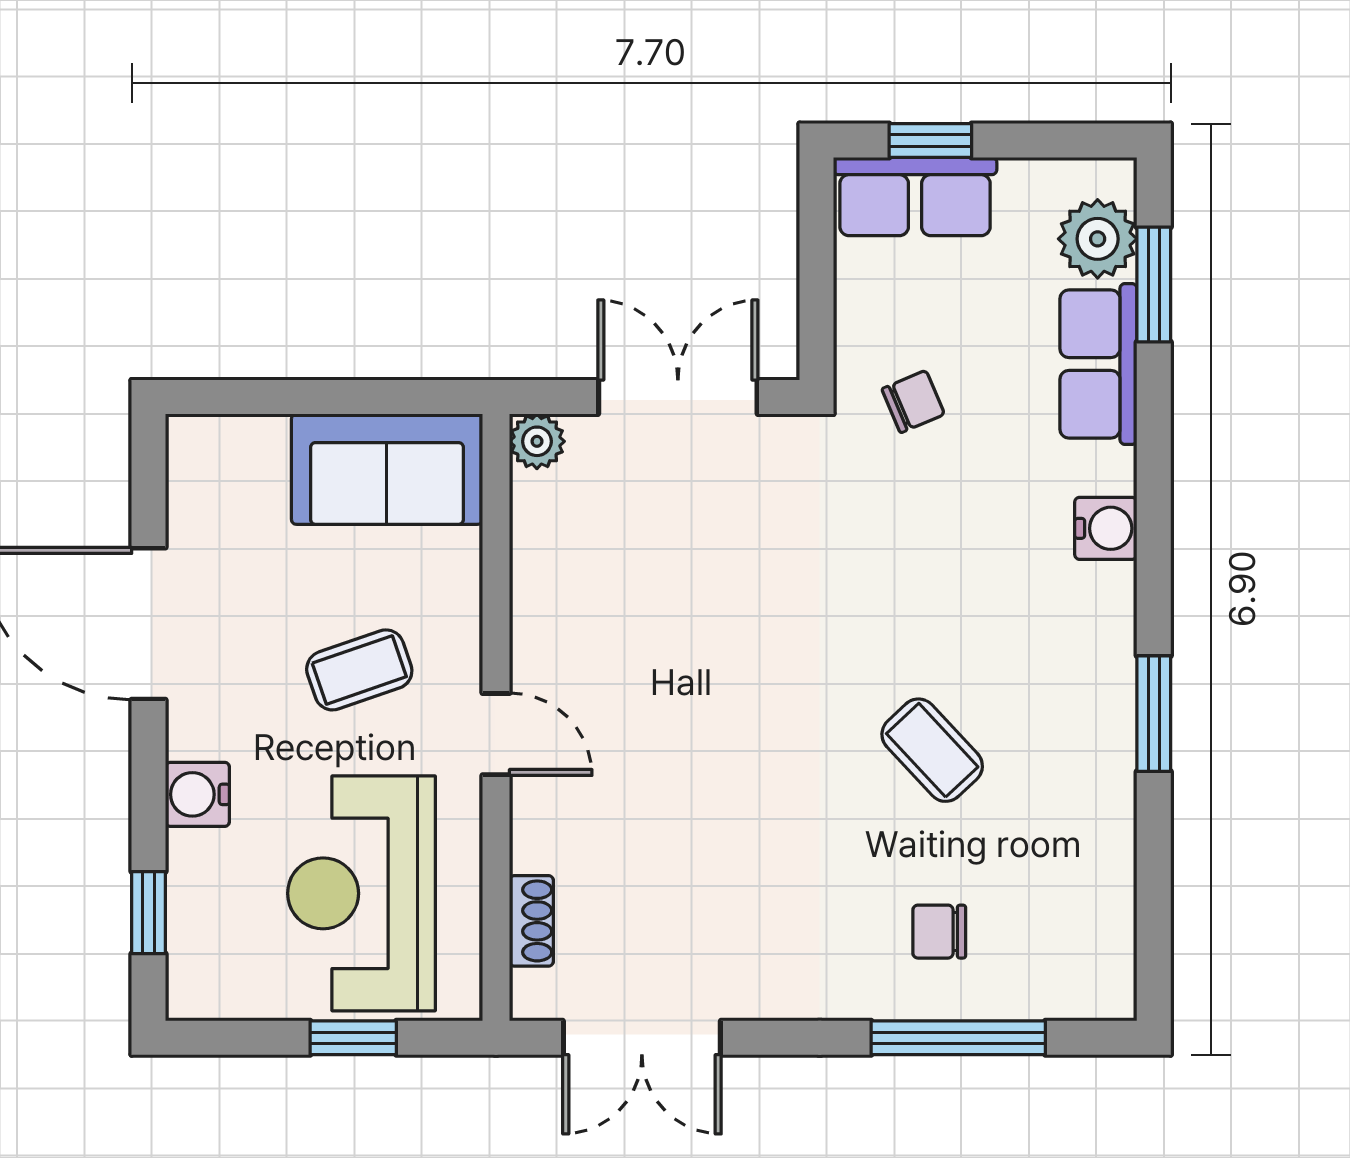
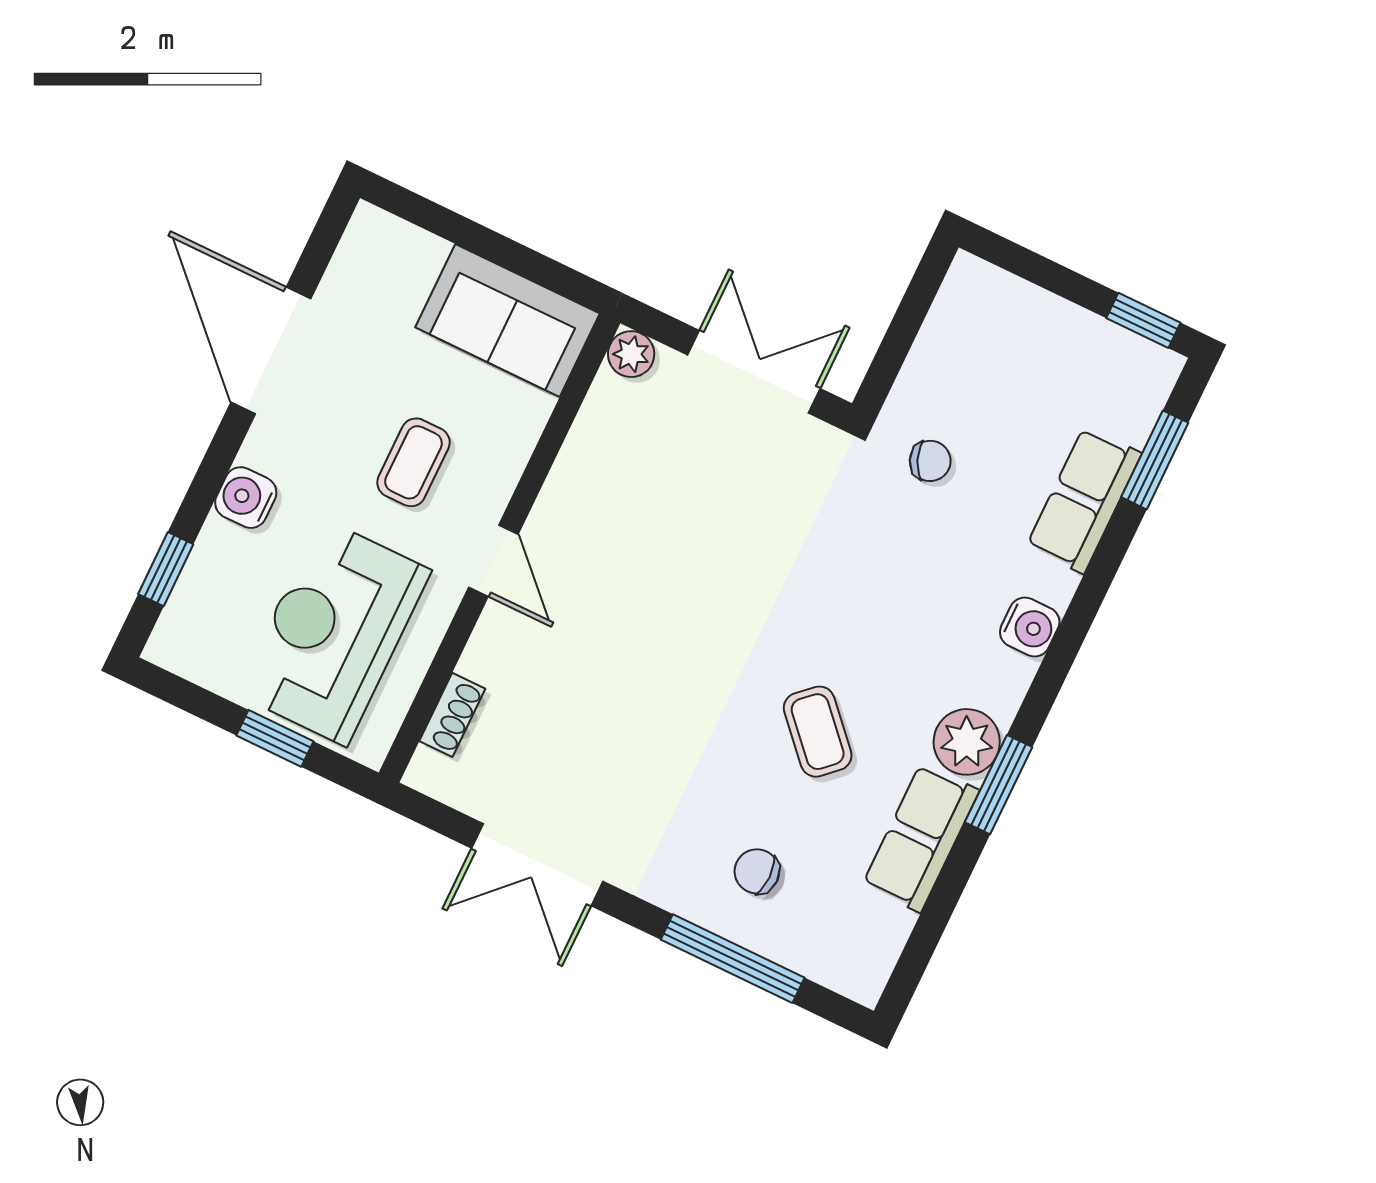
window: (930, 141) -> (1143, 320), moved
row of seats: (915, 197) -> (921, 838), moved, turned 90
plant: (1098, 239) -> (967, 742), moved
coffee table: (359, 670) -> (413, 462), turned -71
double door: (642, 1038) -> (537, 865), moved

